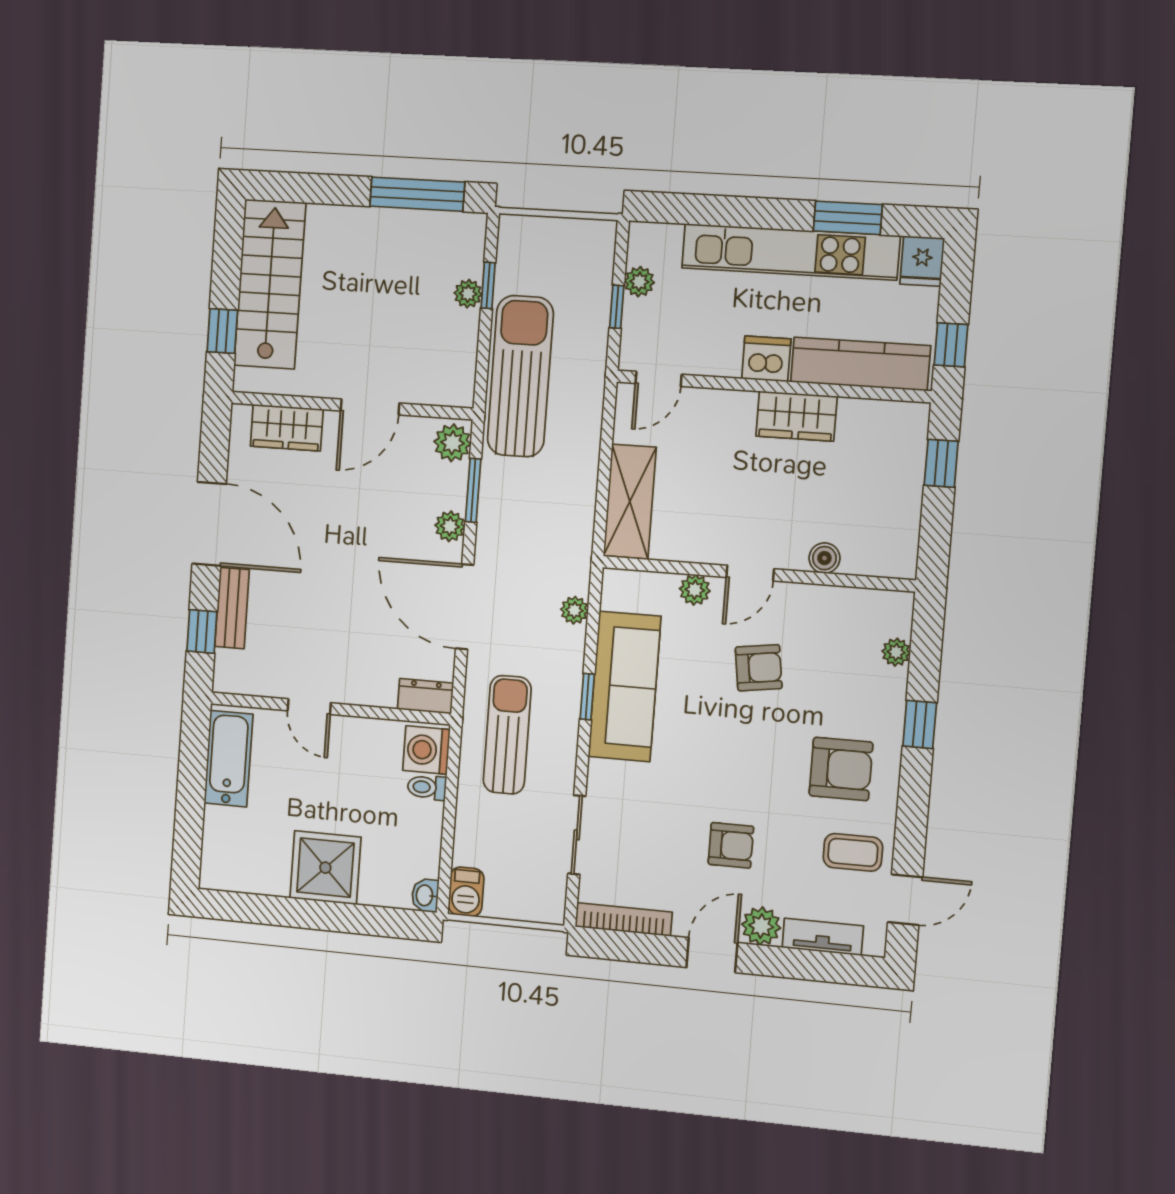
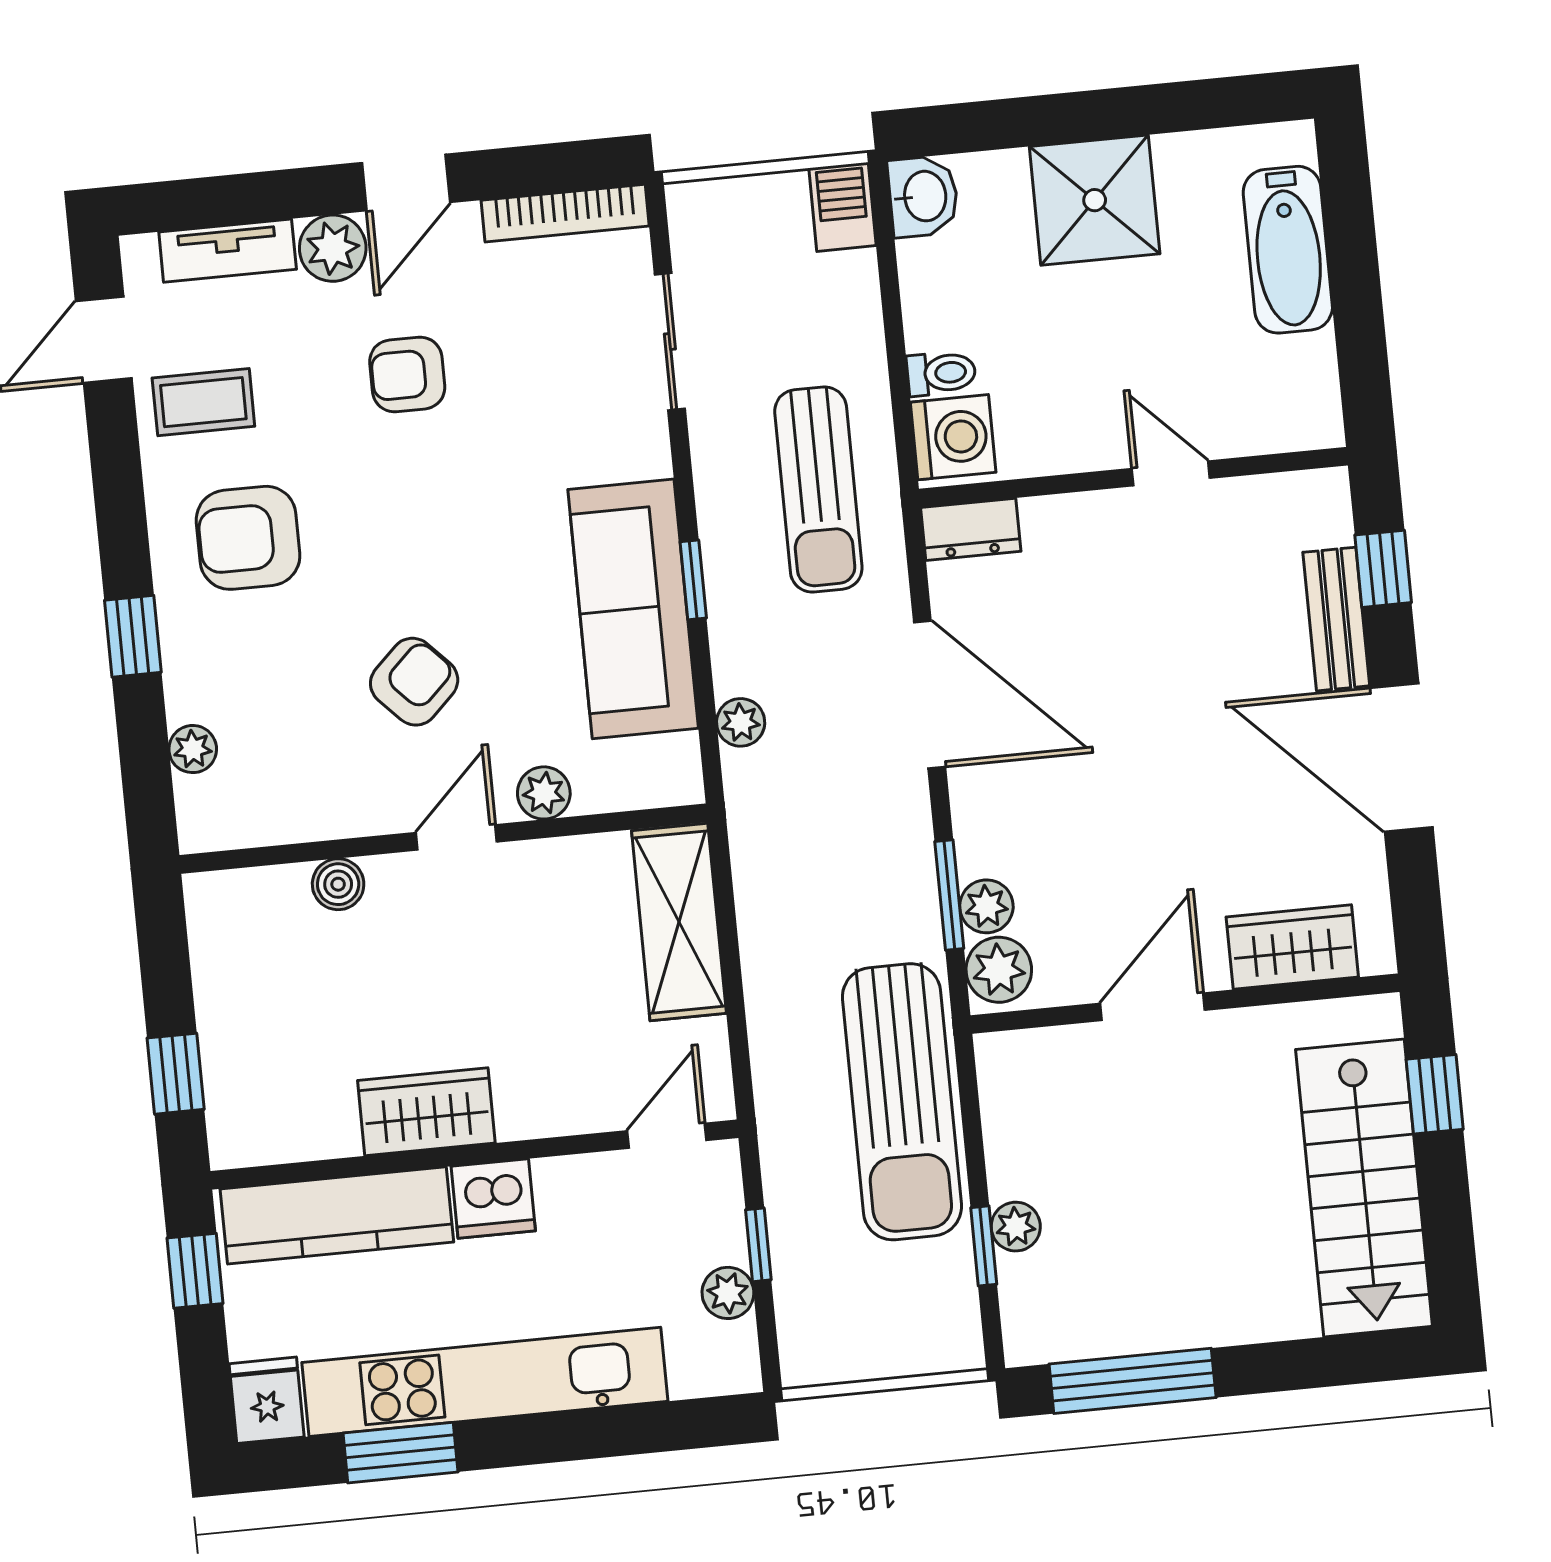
plant: (450, 526) -> (986, 906), moved
armchair: (759, 668) -> (414, 682), turned 144
bathtub: (228, 759) -> (1288, 250), moved
washbasin: (425, 895) -> (923, 196), width x1.38, depth x1.45

